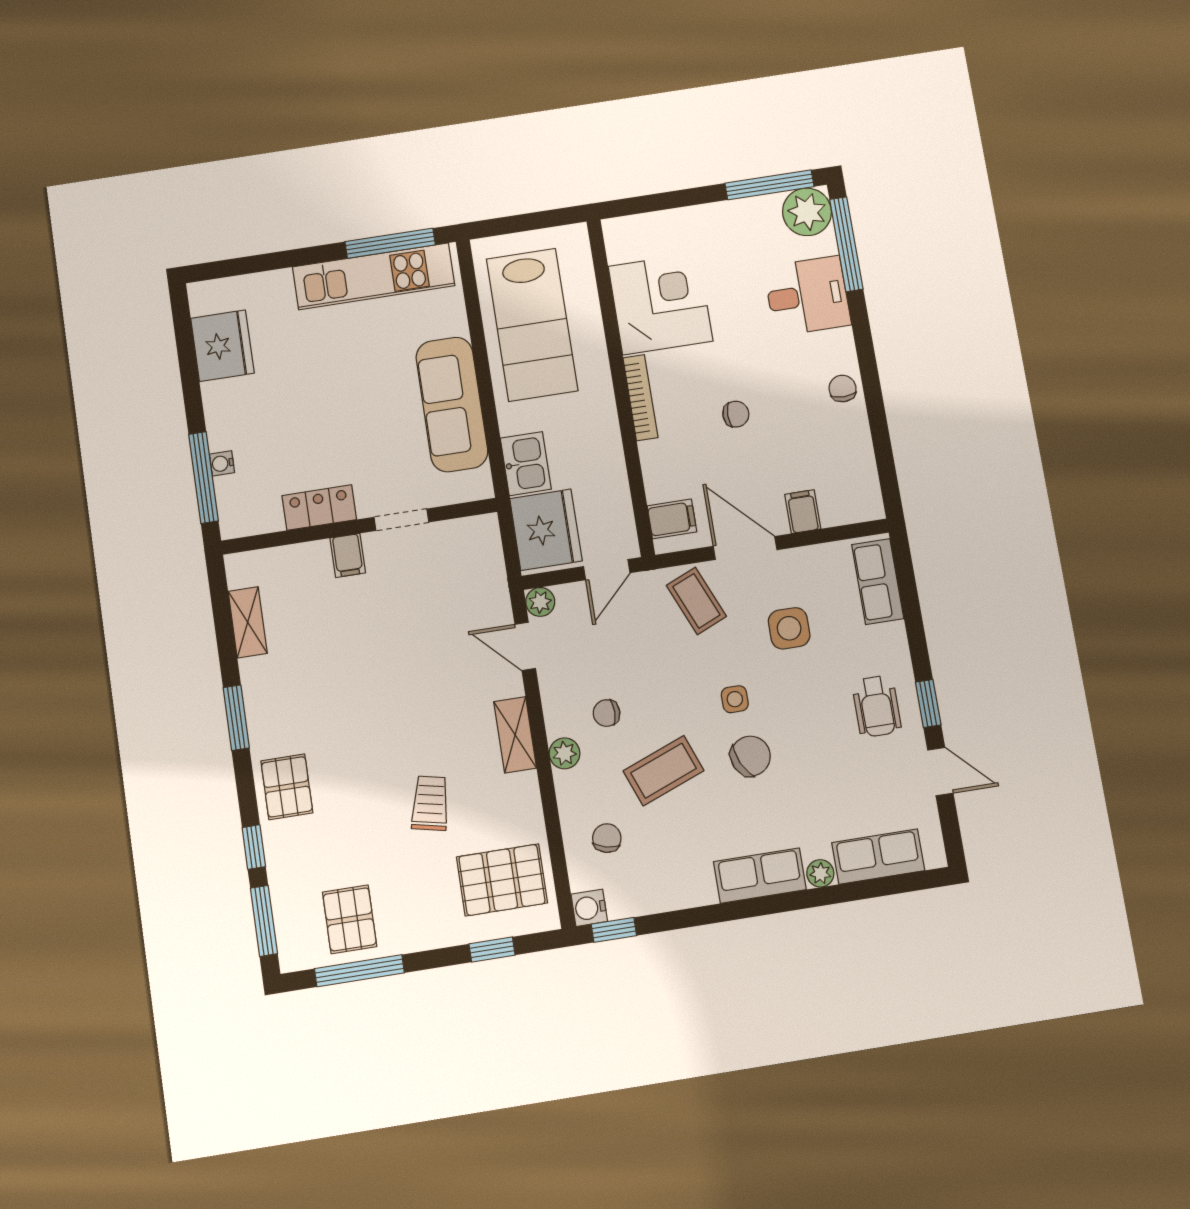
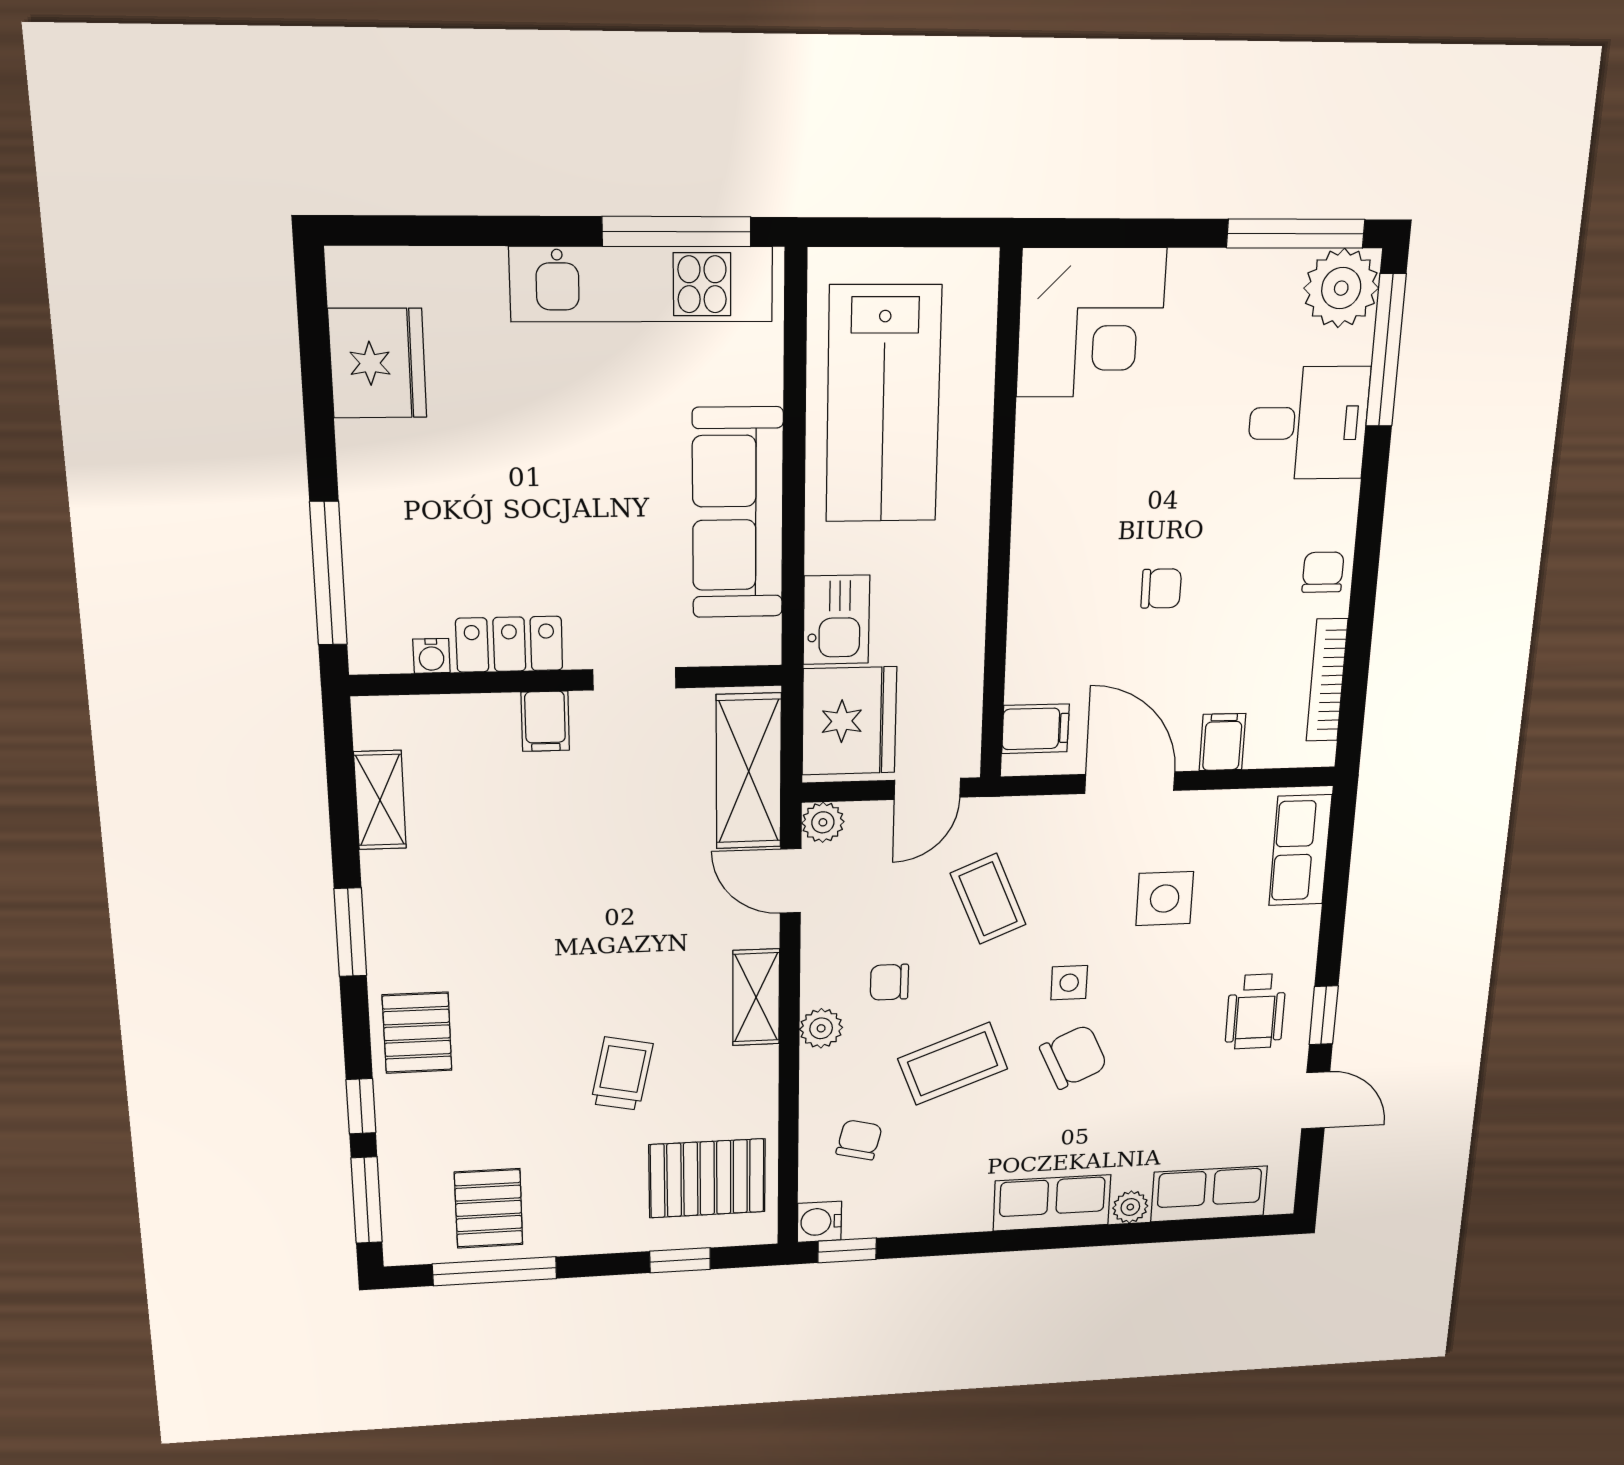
corner desk: (661, 304) -> (1091, 323), moved, turned 90
bookcase: (640, 398) -> (1327, 680), moved, turned 180
water cooler: (222, 463) -> (431, 656), moved, turned -90
shelving: (485, 573) -> (749, 771), added
coffee table: (696, 601) -> (988, 899), moved

